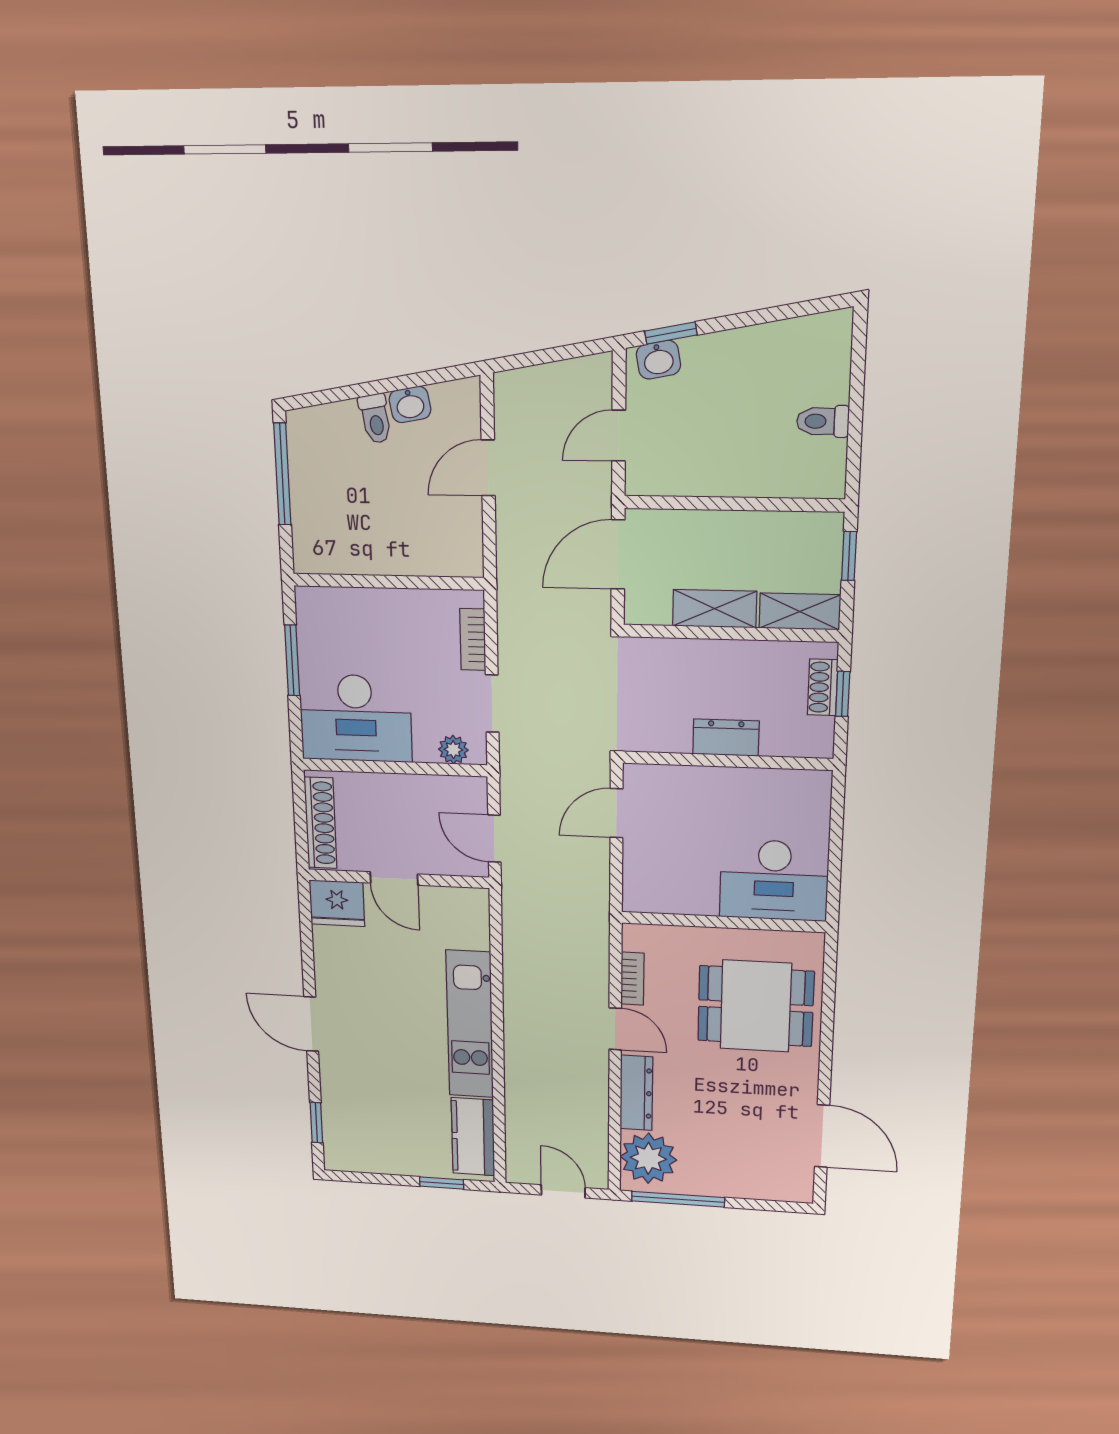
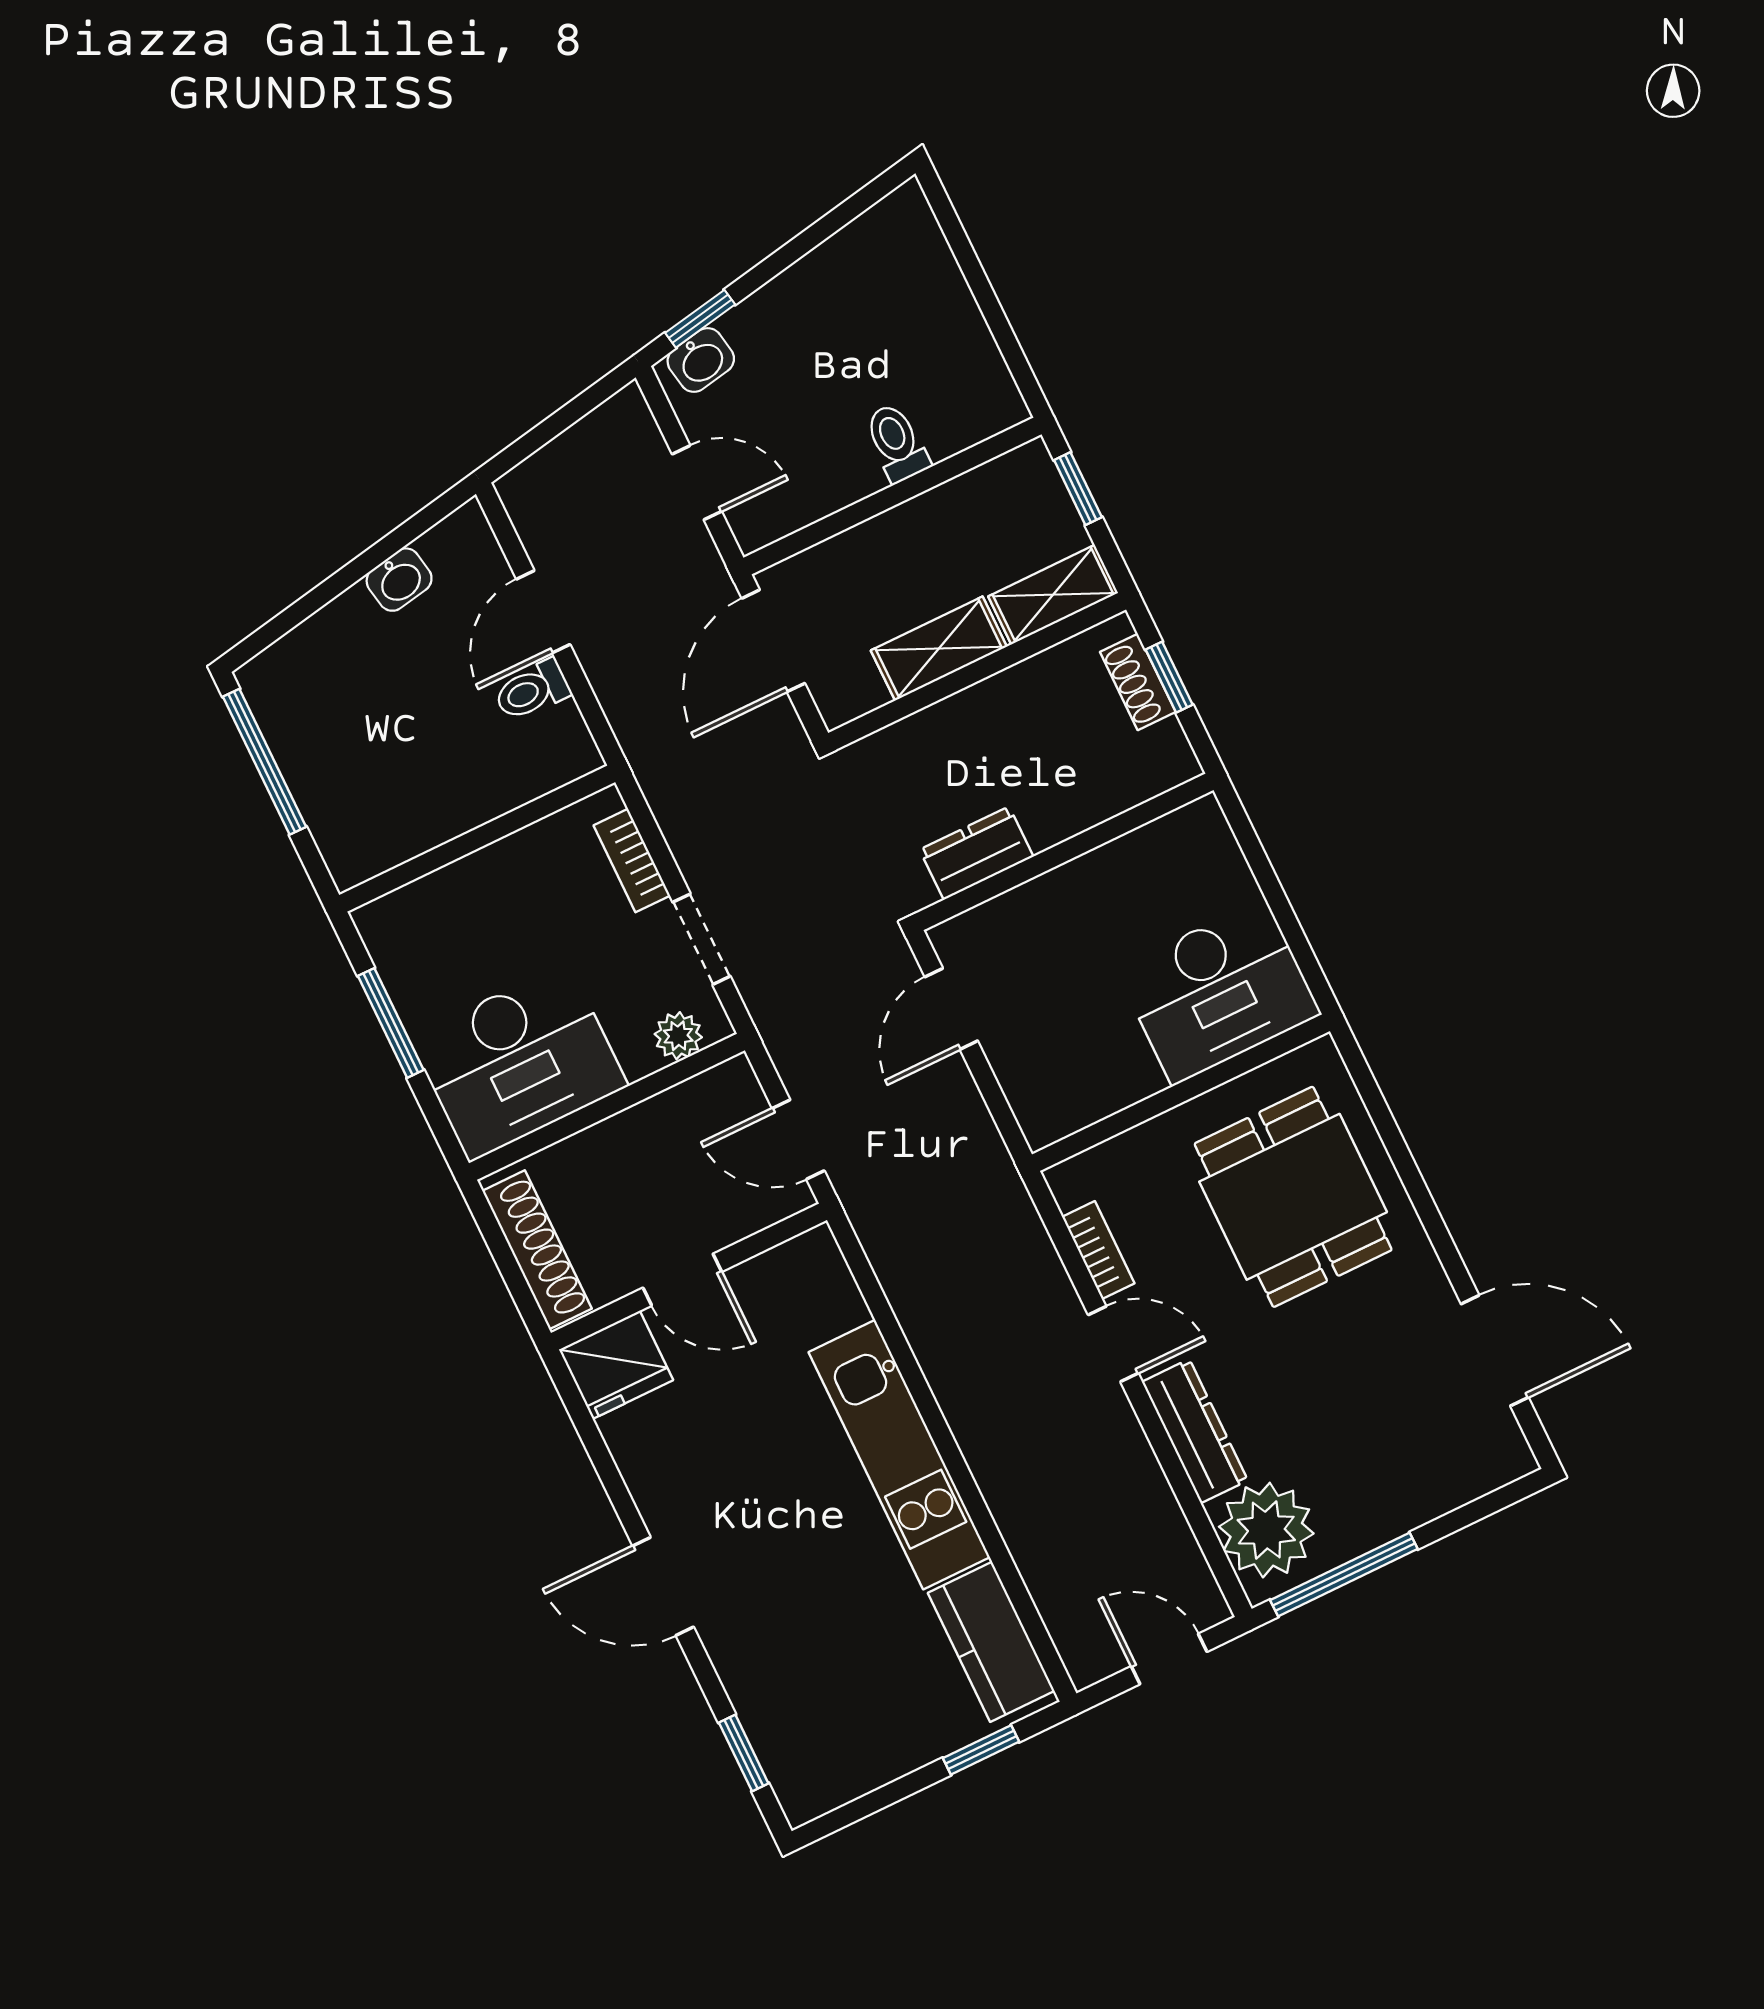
toilet: (375, 419) -> (532, 690), moved, turned 100
toilet: (823, 421) -> (897, 443), moved, turned 90
door: (619, 436) -> (697, 483), swing flipped
dresser: (726, 738) -> (976, 853), moved
dining table: (756, 1006) -> (1293, 1197), turned 90

